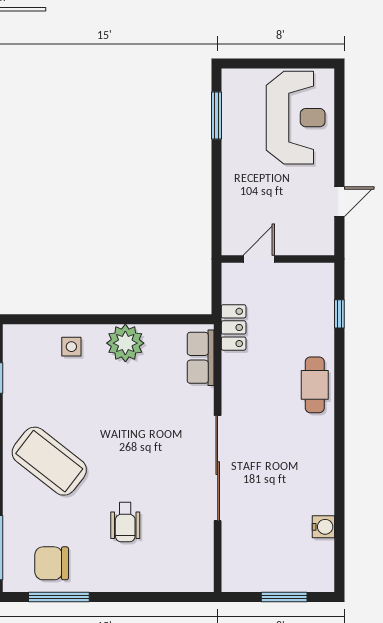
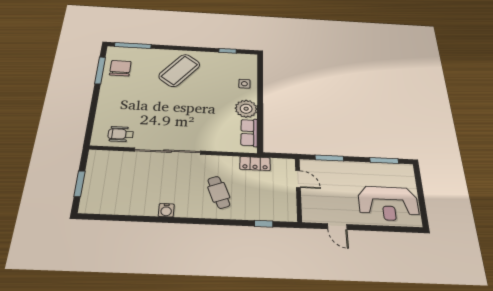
window: (216, 206) -> (329, 158), added
row of seats: (201, 358) -> (249, 133), moved, turned -90
cafe table: (315, 385) -> (219, 192), moved, turned 69
wheelchair: (125, 522) -> (121, 134), moved
water cooler: (323, 527) -> (166, 210), moved

